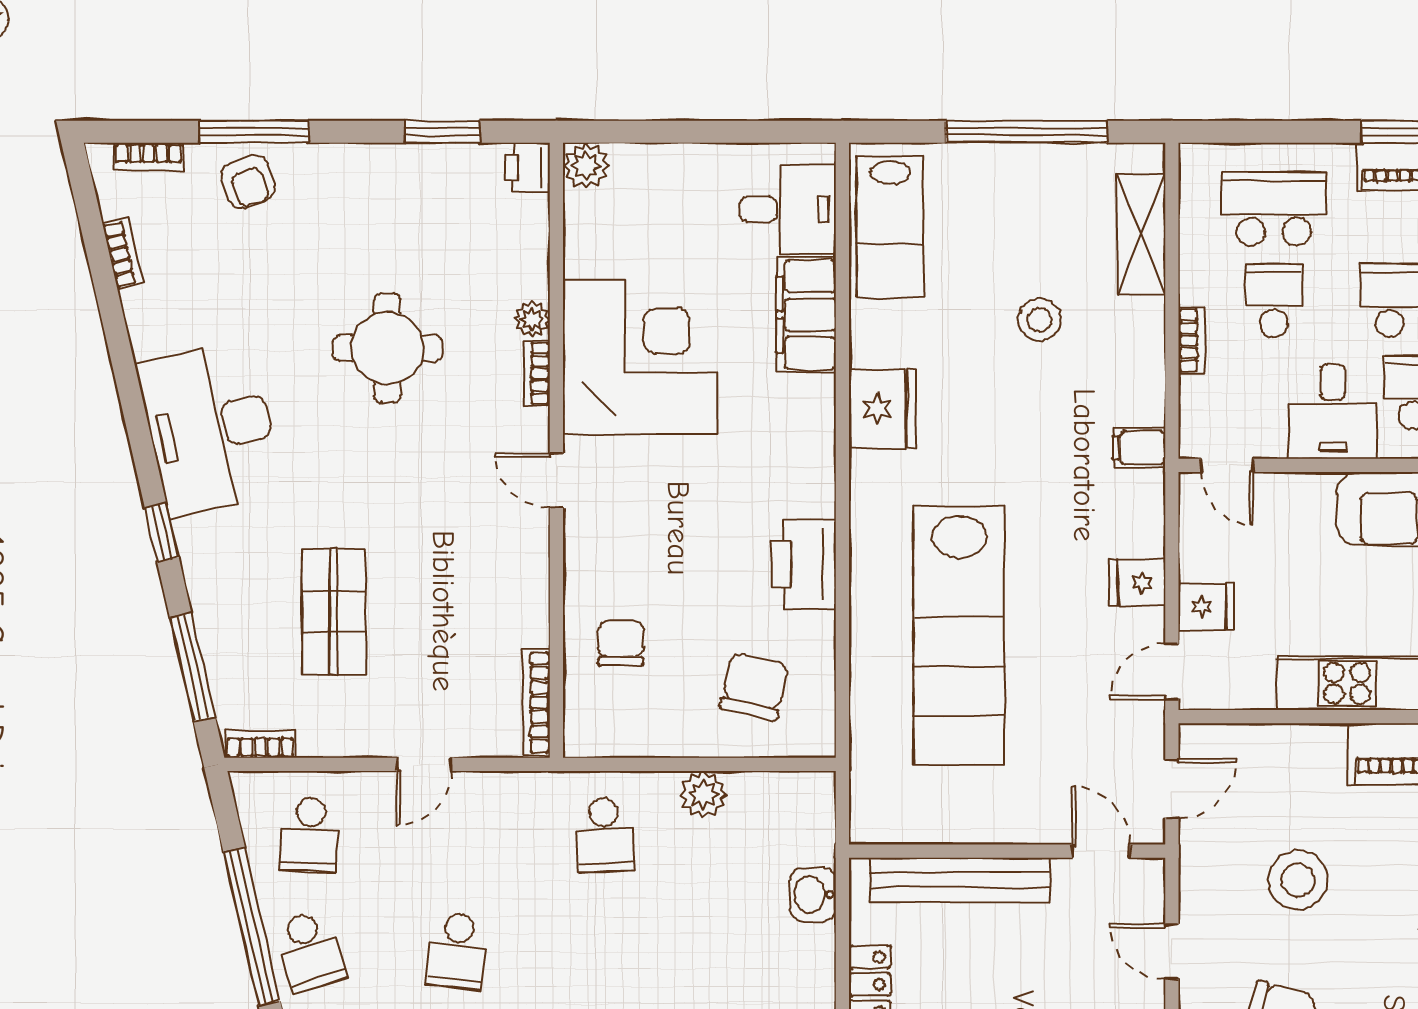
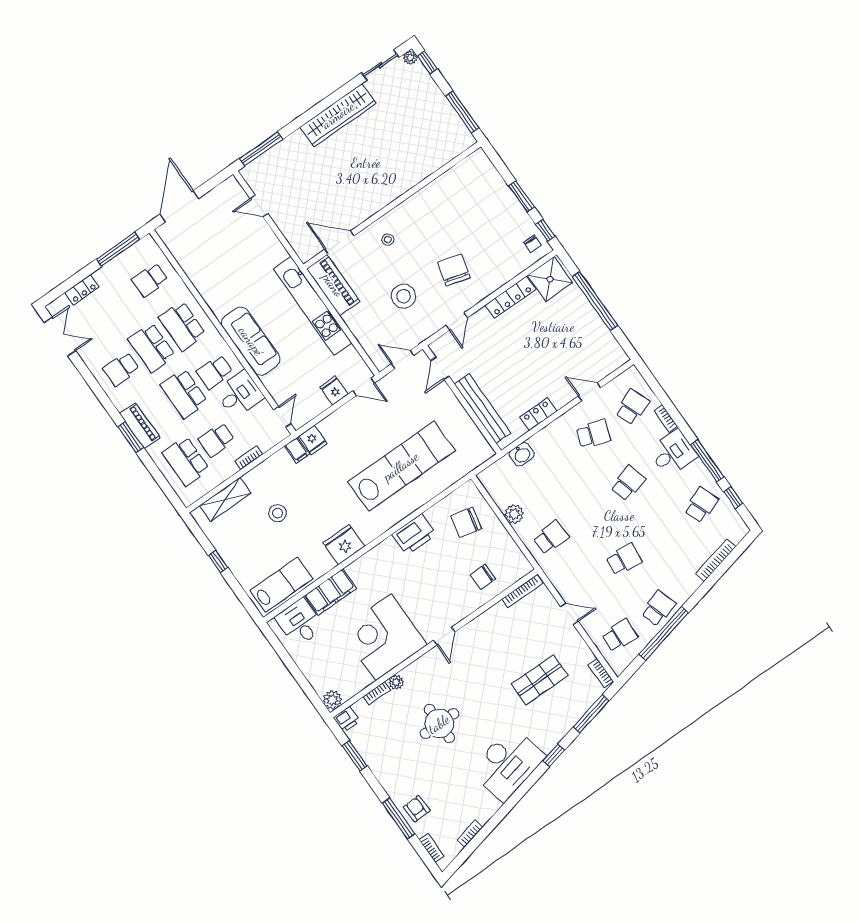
window: (1026, 132) -> (218, 561), width x0.32
armchair: (248, 182) -> (417, 809), turned -73
bookcase: (537, 374) -> (377, 693), moved
fridge: (1137, 582) -> (313, 440), moved

